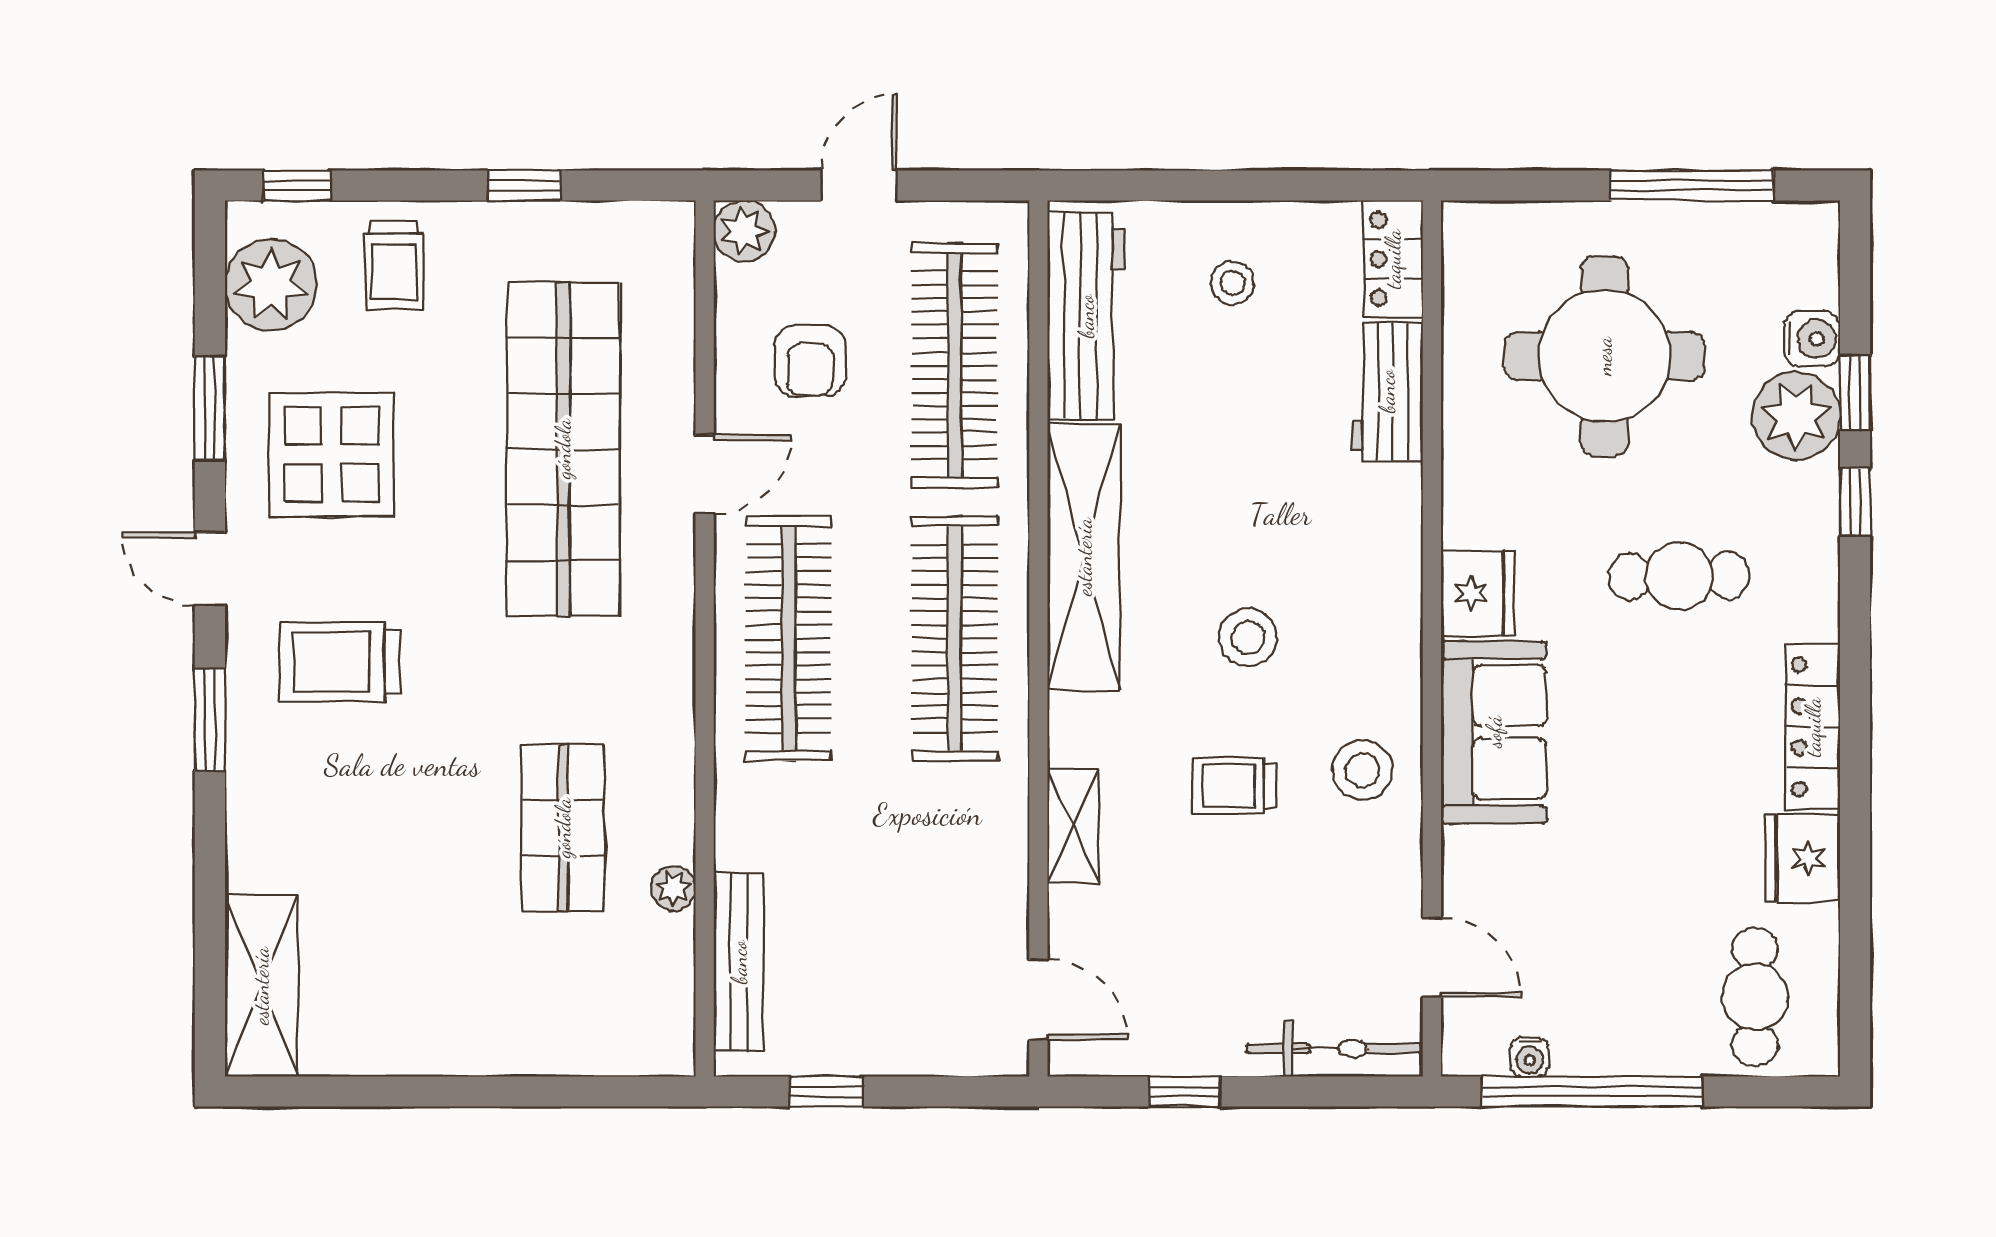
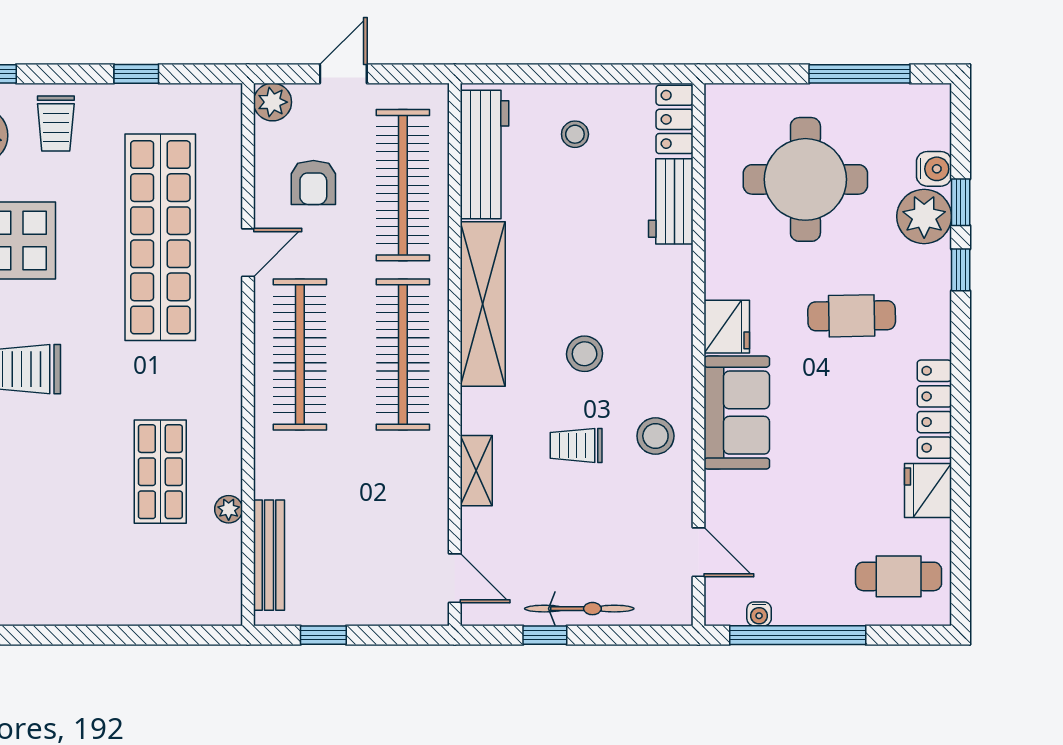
cafe table: (1755, 997) -> (899, 576), turned 90
bicycle: (1335, 1049) -> (579, 609), moved

